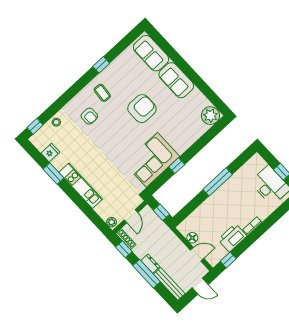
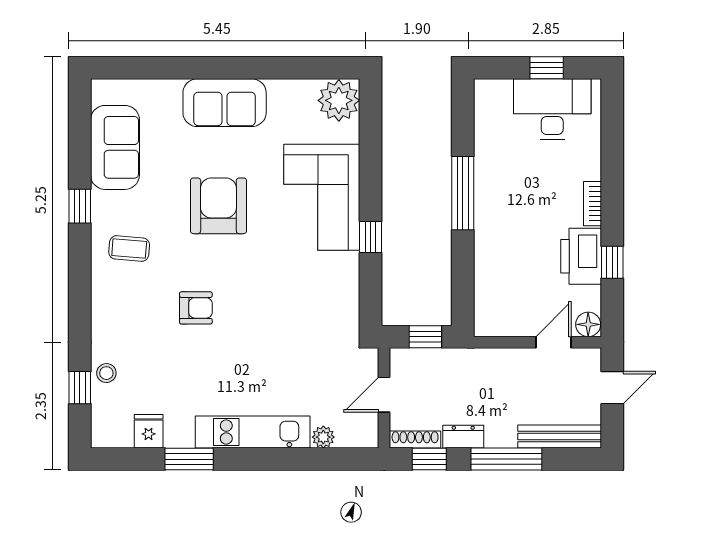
sofa: (151, 53) -> (115, 147), moved, turned -90
armchair: (89, 116) -> (196, 308), moved
window: (35, 126) -> (80, 388), moved
corner sofa: (152, 160) -> (322, 197), moved
door: (131, 216) -> (384, 395), swing flipped
plant: (112, 222) -> (323, 437), moved
floor lamp: (192, 238) -> (588, 324), moved
window: (228, 260) -> (612, 262), moved
dresser: (150, 264) -> (463, 437), moved

